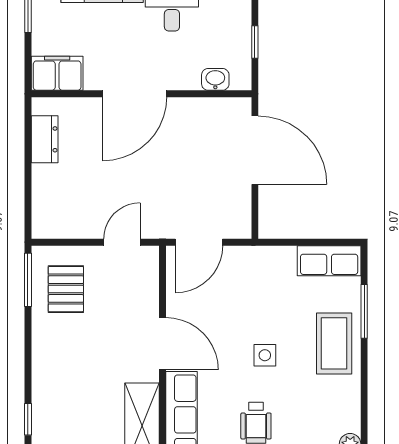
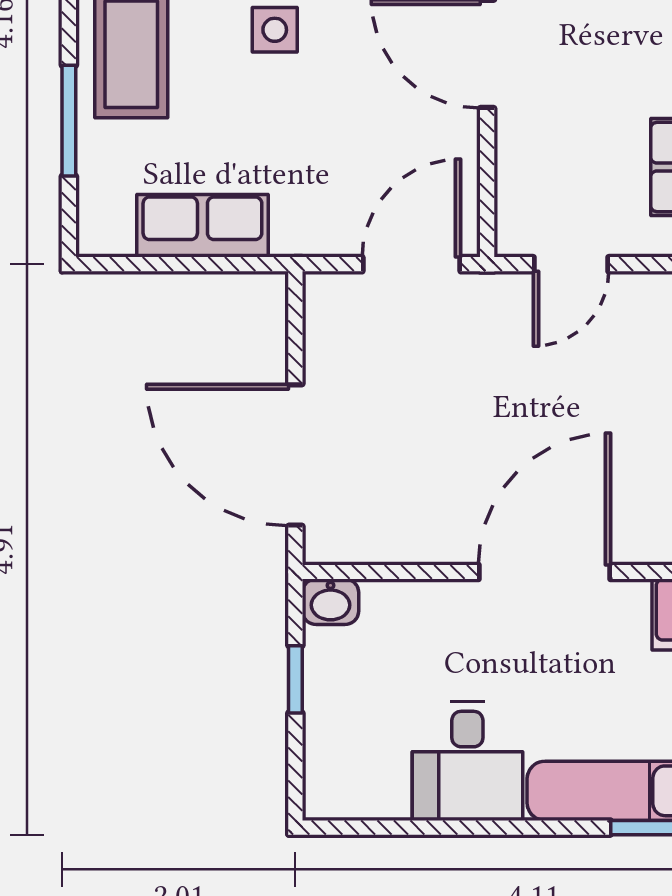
washbasin: (215, 79) -> (331, 602), moved
row of seats: (329, 261) -> (202, 226), moved

